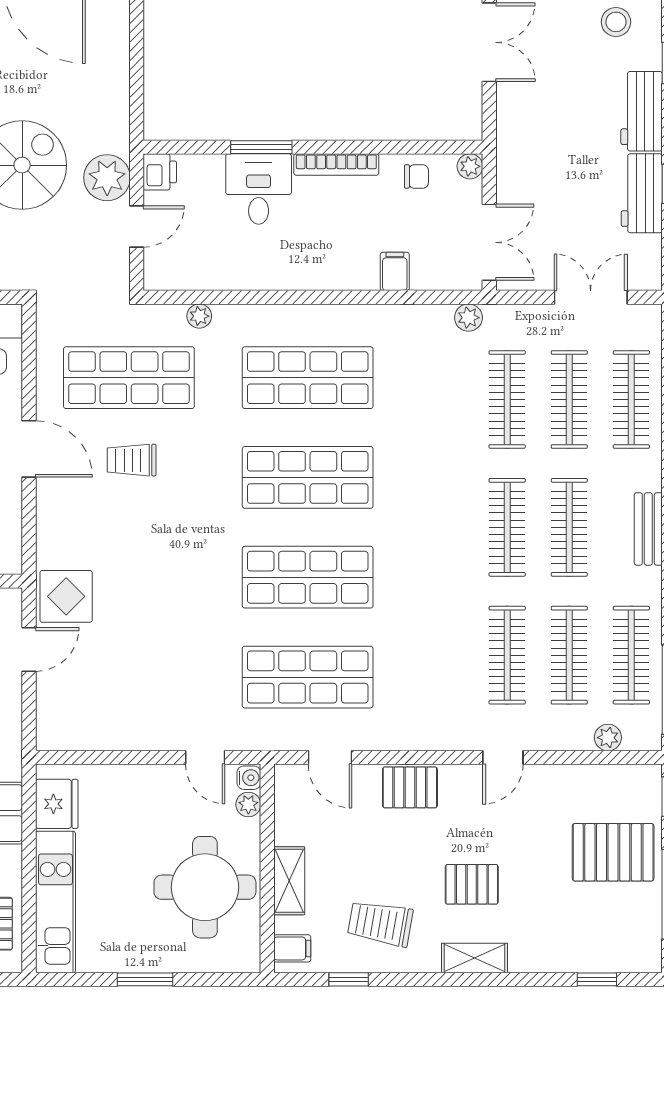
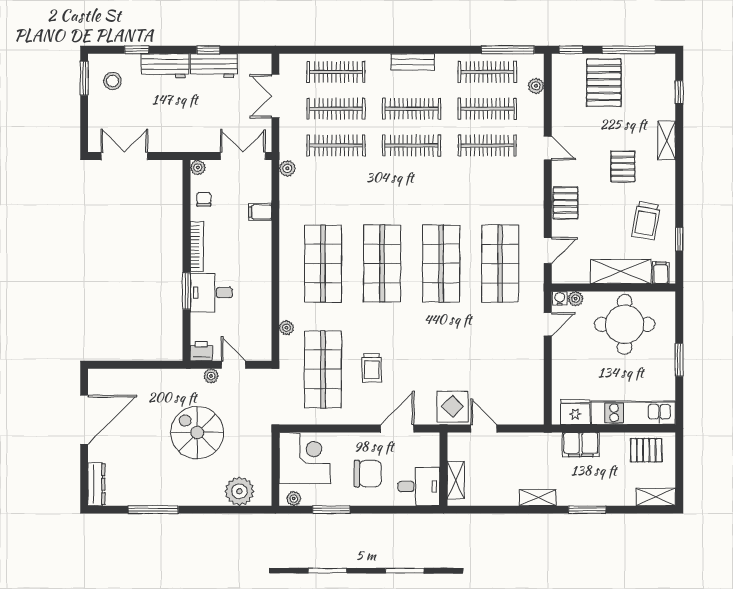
plant: (107, 178) -> (211, 376), width x0.53, depth x0.53
door: (29, 449) -> (397, 428), moved
shelving: (289, 881) -> (621, 271), width x1.50, depth x1.33
shelving: (474, 958) -> (667, 140), moved

